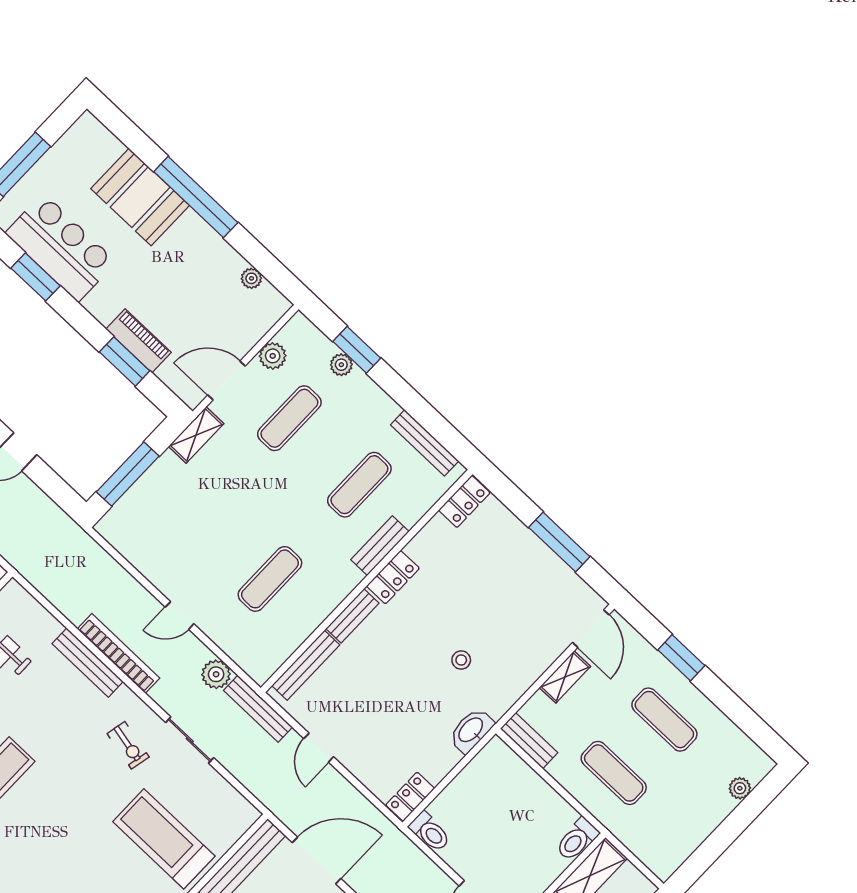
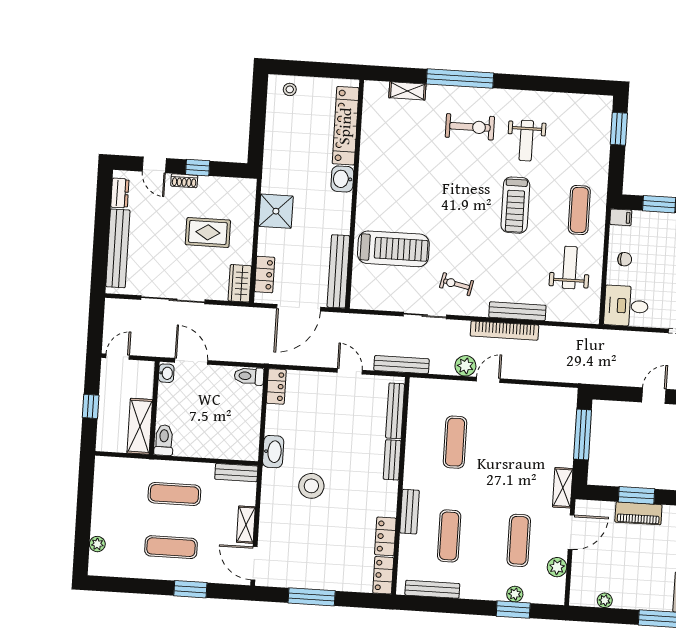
locker: (393, 577) -> (385, 536), moved
stool: (461, 660) -> (311, 486), width x1.89, depth x1.89
plant: (216, 674) -> (465, 366), moved

